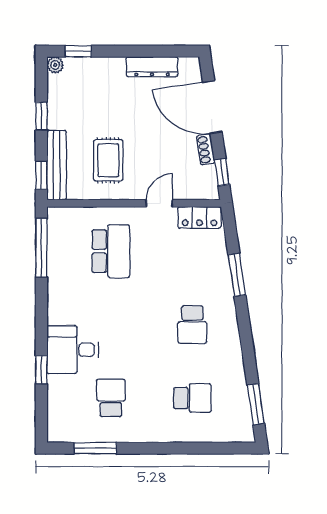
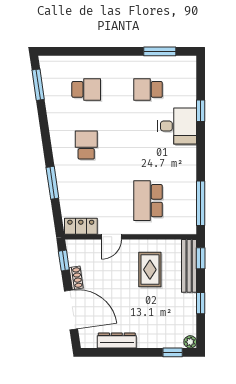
school desk: (111, 398) -> (148, 89), turned 90
school desk: (192, 398) -> (86, 89), turned 180

